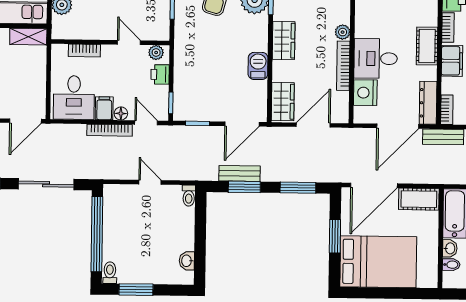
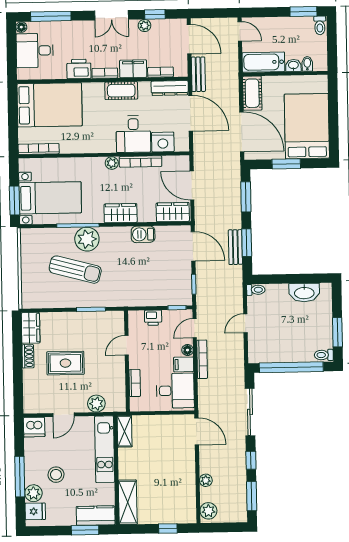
plant: (156, 53) -> (134, 322), removed
bookcase: (447, 110) -> (161, 72), moved
washbasin: (187, 261) -> (304, 293), width x1.91, depth x1.45

